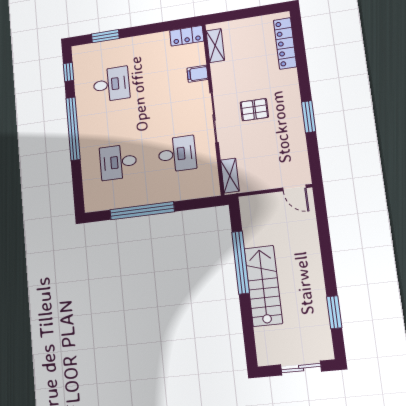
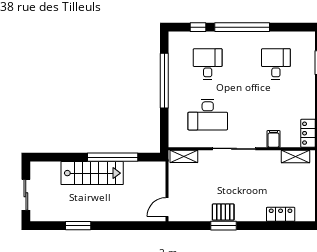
locker: (285, 43) -> (281, 214), width x0.66
window: (69, 72) -> (198, 27), moved
desk: (111, 84) -> (276, 64), turned 180
pallet: (254, 110) -> (223, 212), moved, turned 90
desk: (177, 154) -> (208, 115), width x1.37
window: (334, 312) -> (78, 226), moved

